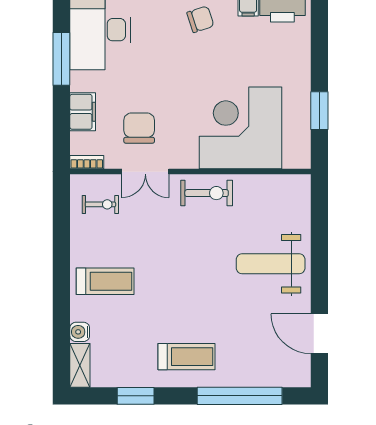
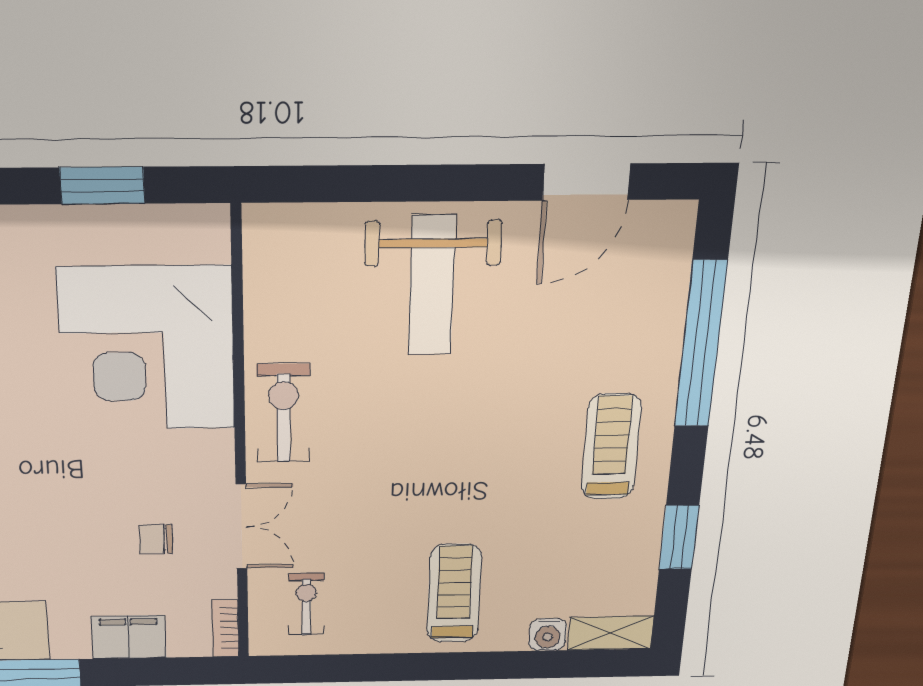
chair: (139, 128) -> (156, 539), width x0.54, depth x0.54

